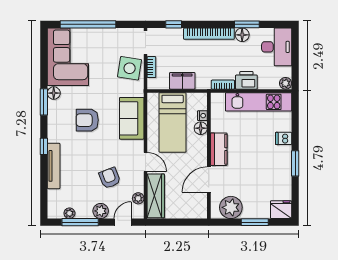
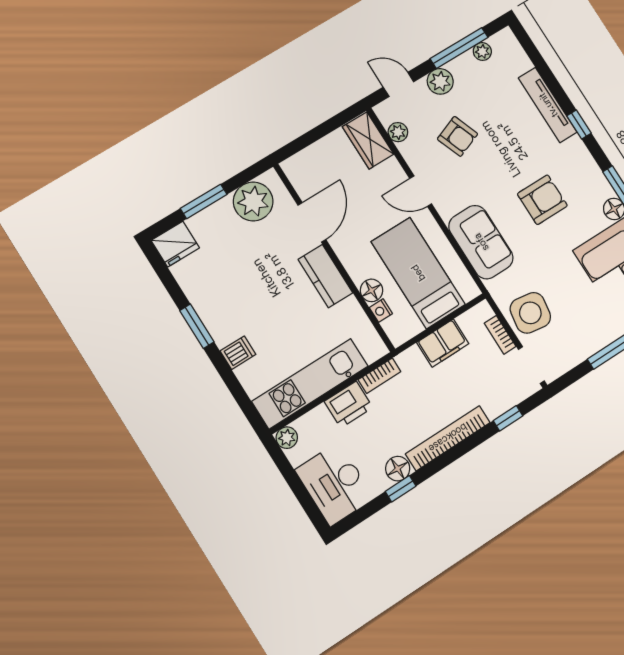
window: (247, 24) -> (401, 489), width x0.67
wardrobe: (156, 196) -> (368, 140), width x0.67
door: (123, 222) -> (398, 84), swing flipped

